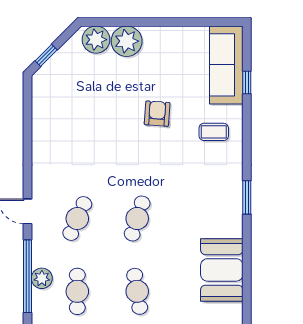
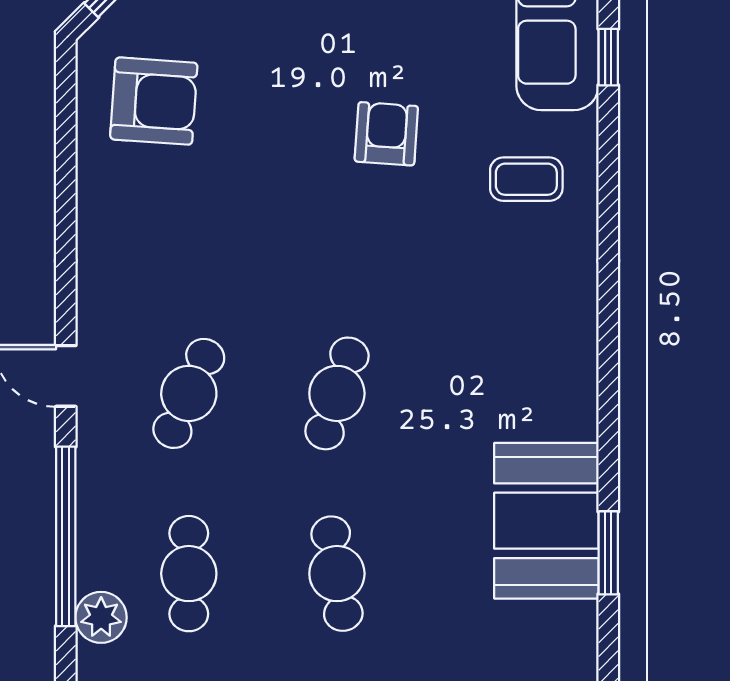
armchair: (63, 100) -> (154, 101), added
window: (247, 197) -> (608, 553), moved
plant: (42, 278) -> (101, 617), moved

